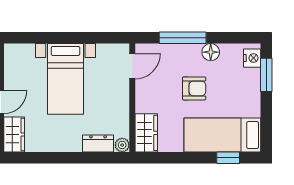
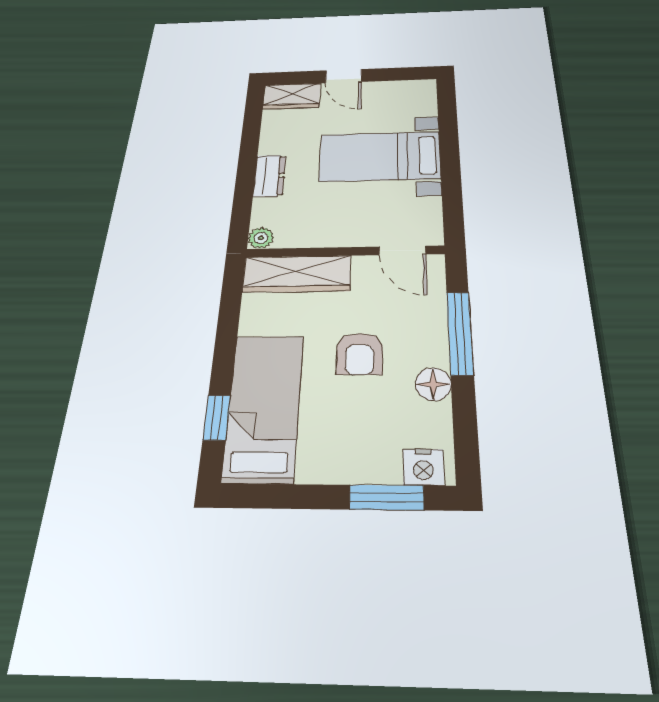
wardrobe: (146, 133) -> (297, 274), width x1.50
dresser: (98, 144) -> (270, 176), moved

